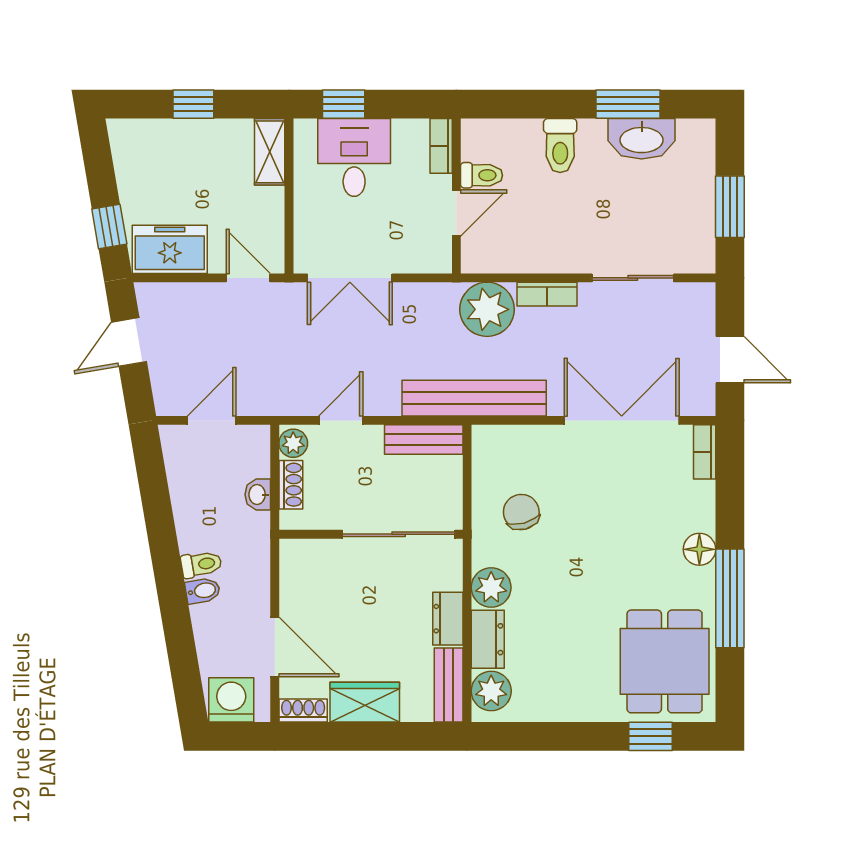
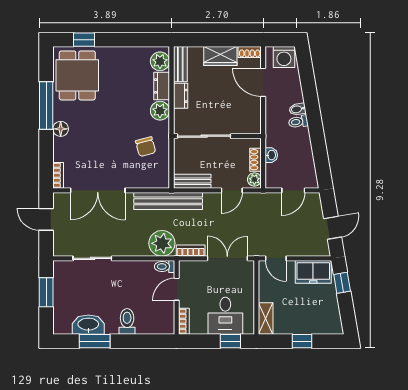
toilet: (482, 175) -> (165, 266), moved
bookcase: (547, 294) -> (191, 251), moved

